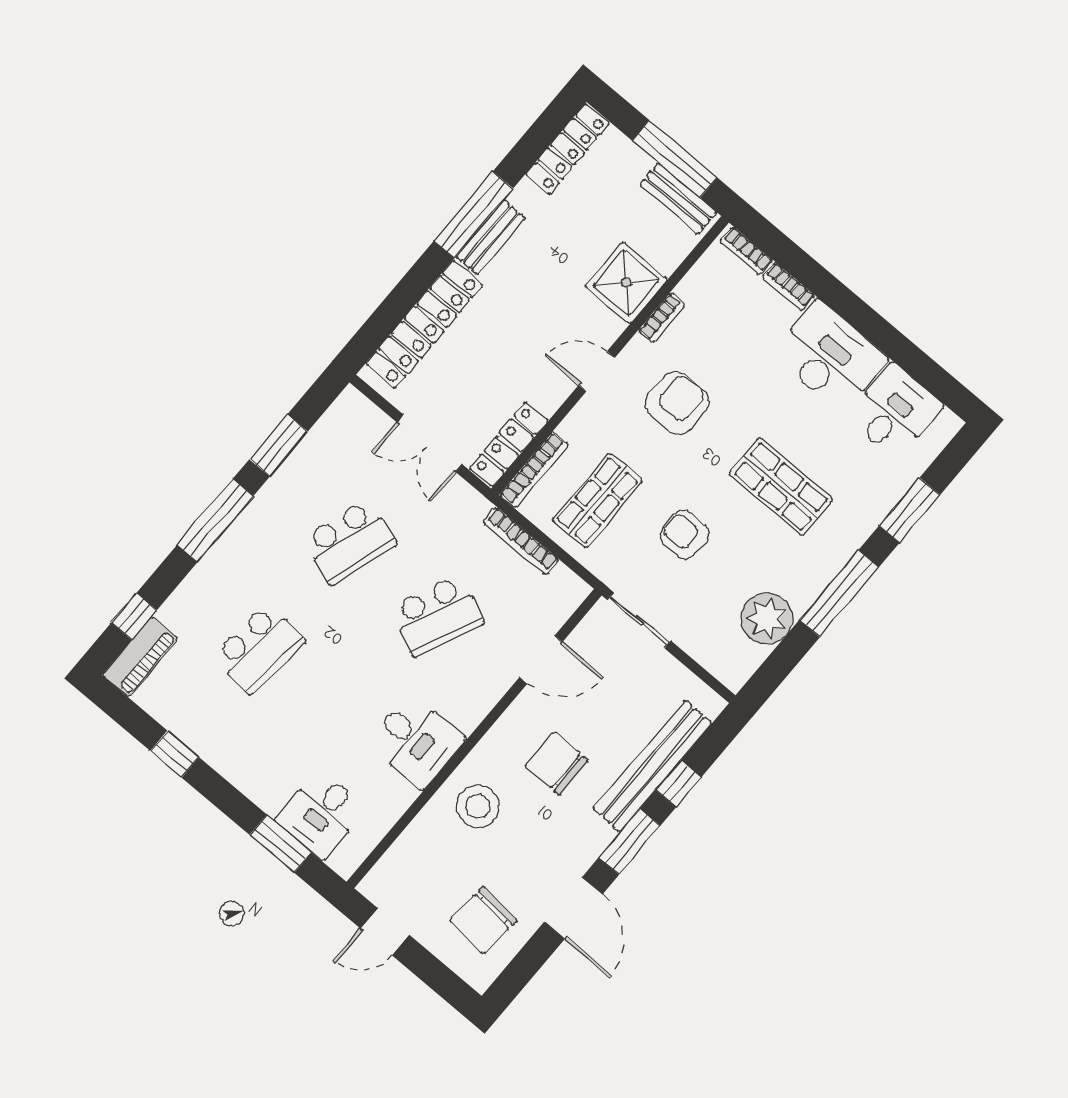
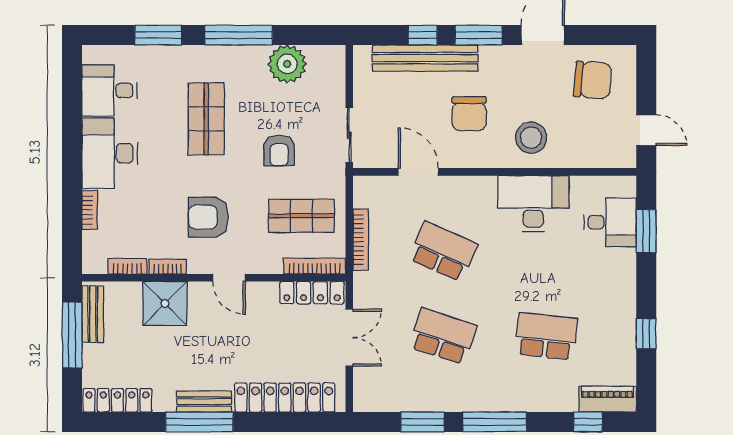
bookcase: (746, 251) -> (127, 266), moved, turned -90
desk: (416, 741) -> (533, 204), width x1.37

